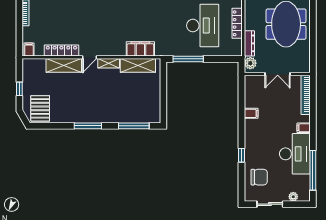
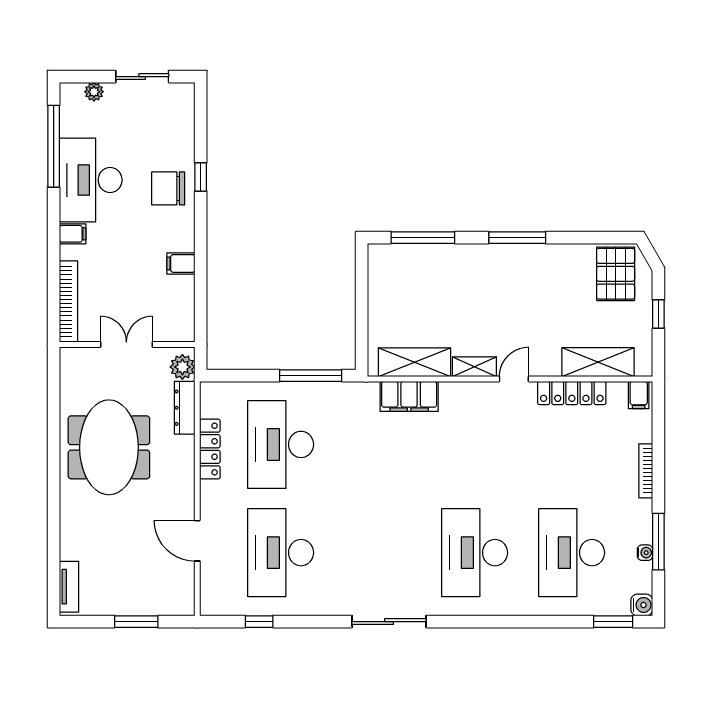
shelving: (64, 65) -> (598, 362), moved
chair: (259, 177) -> (168, 188), moved

